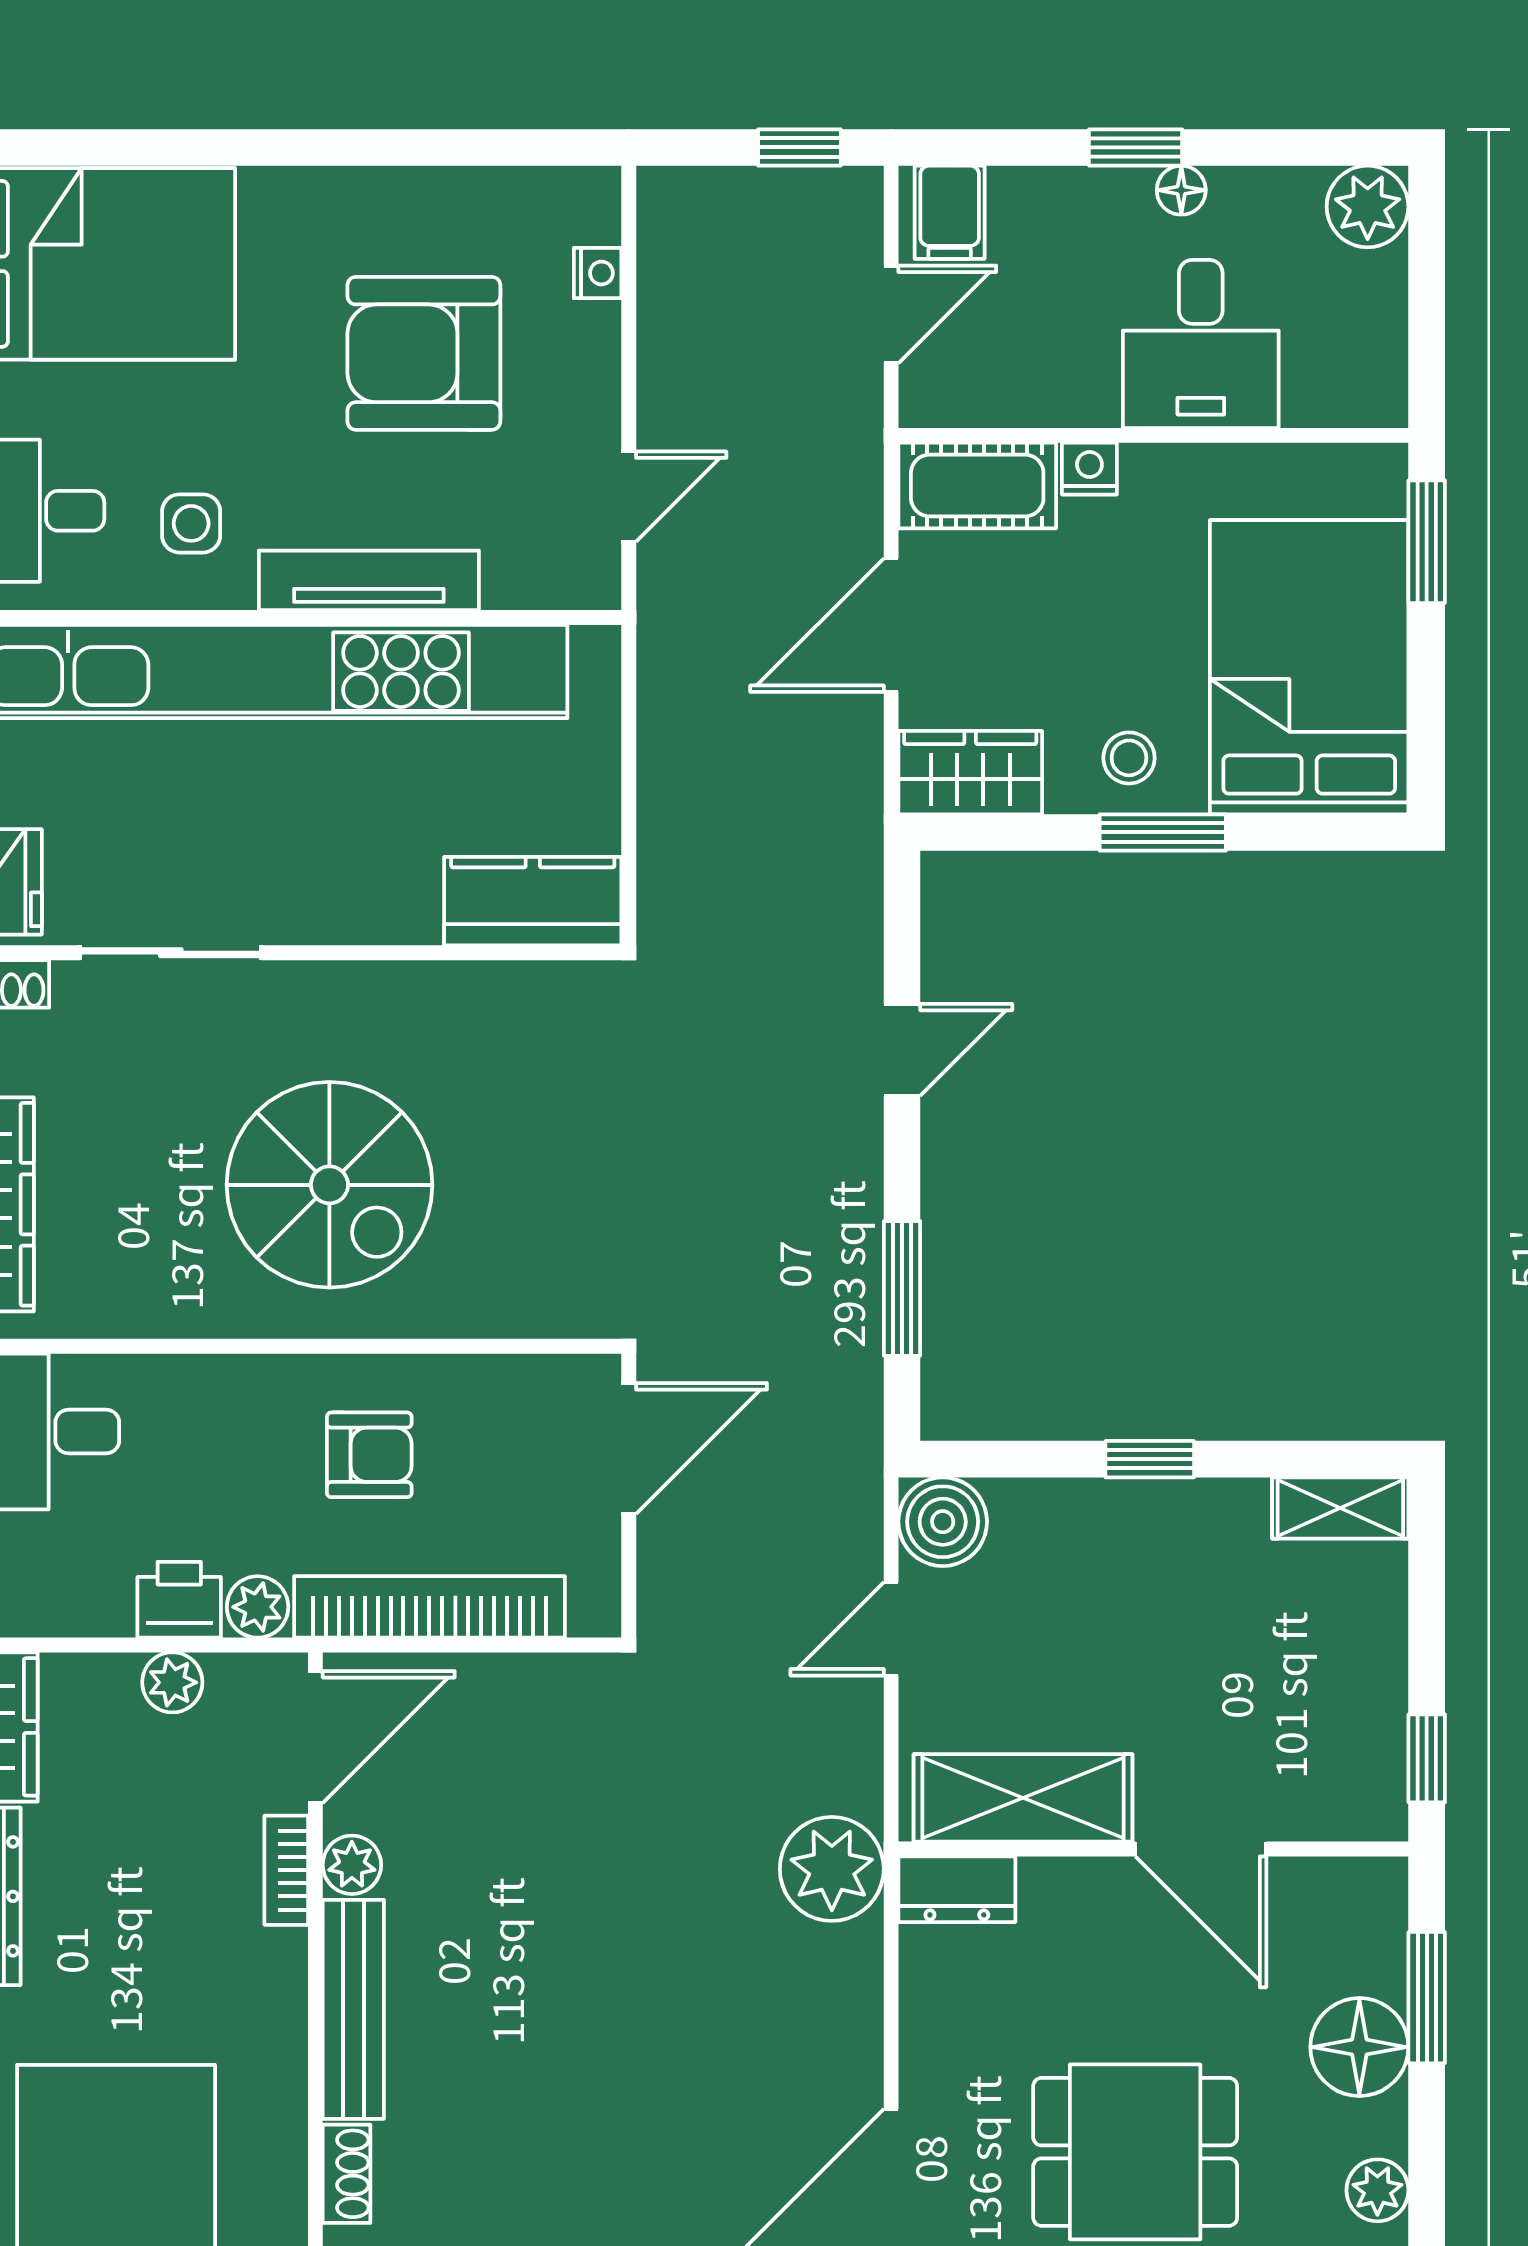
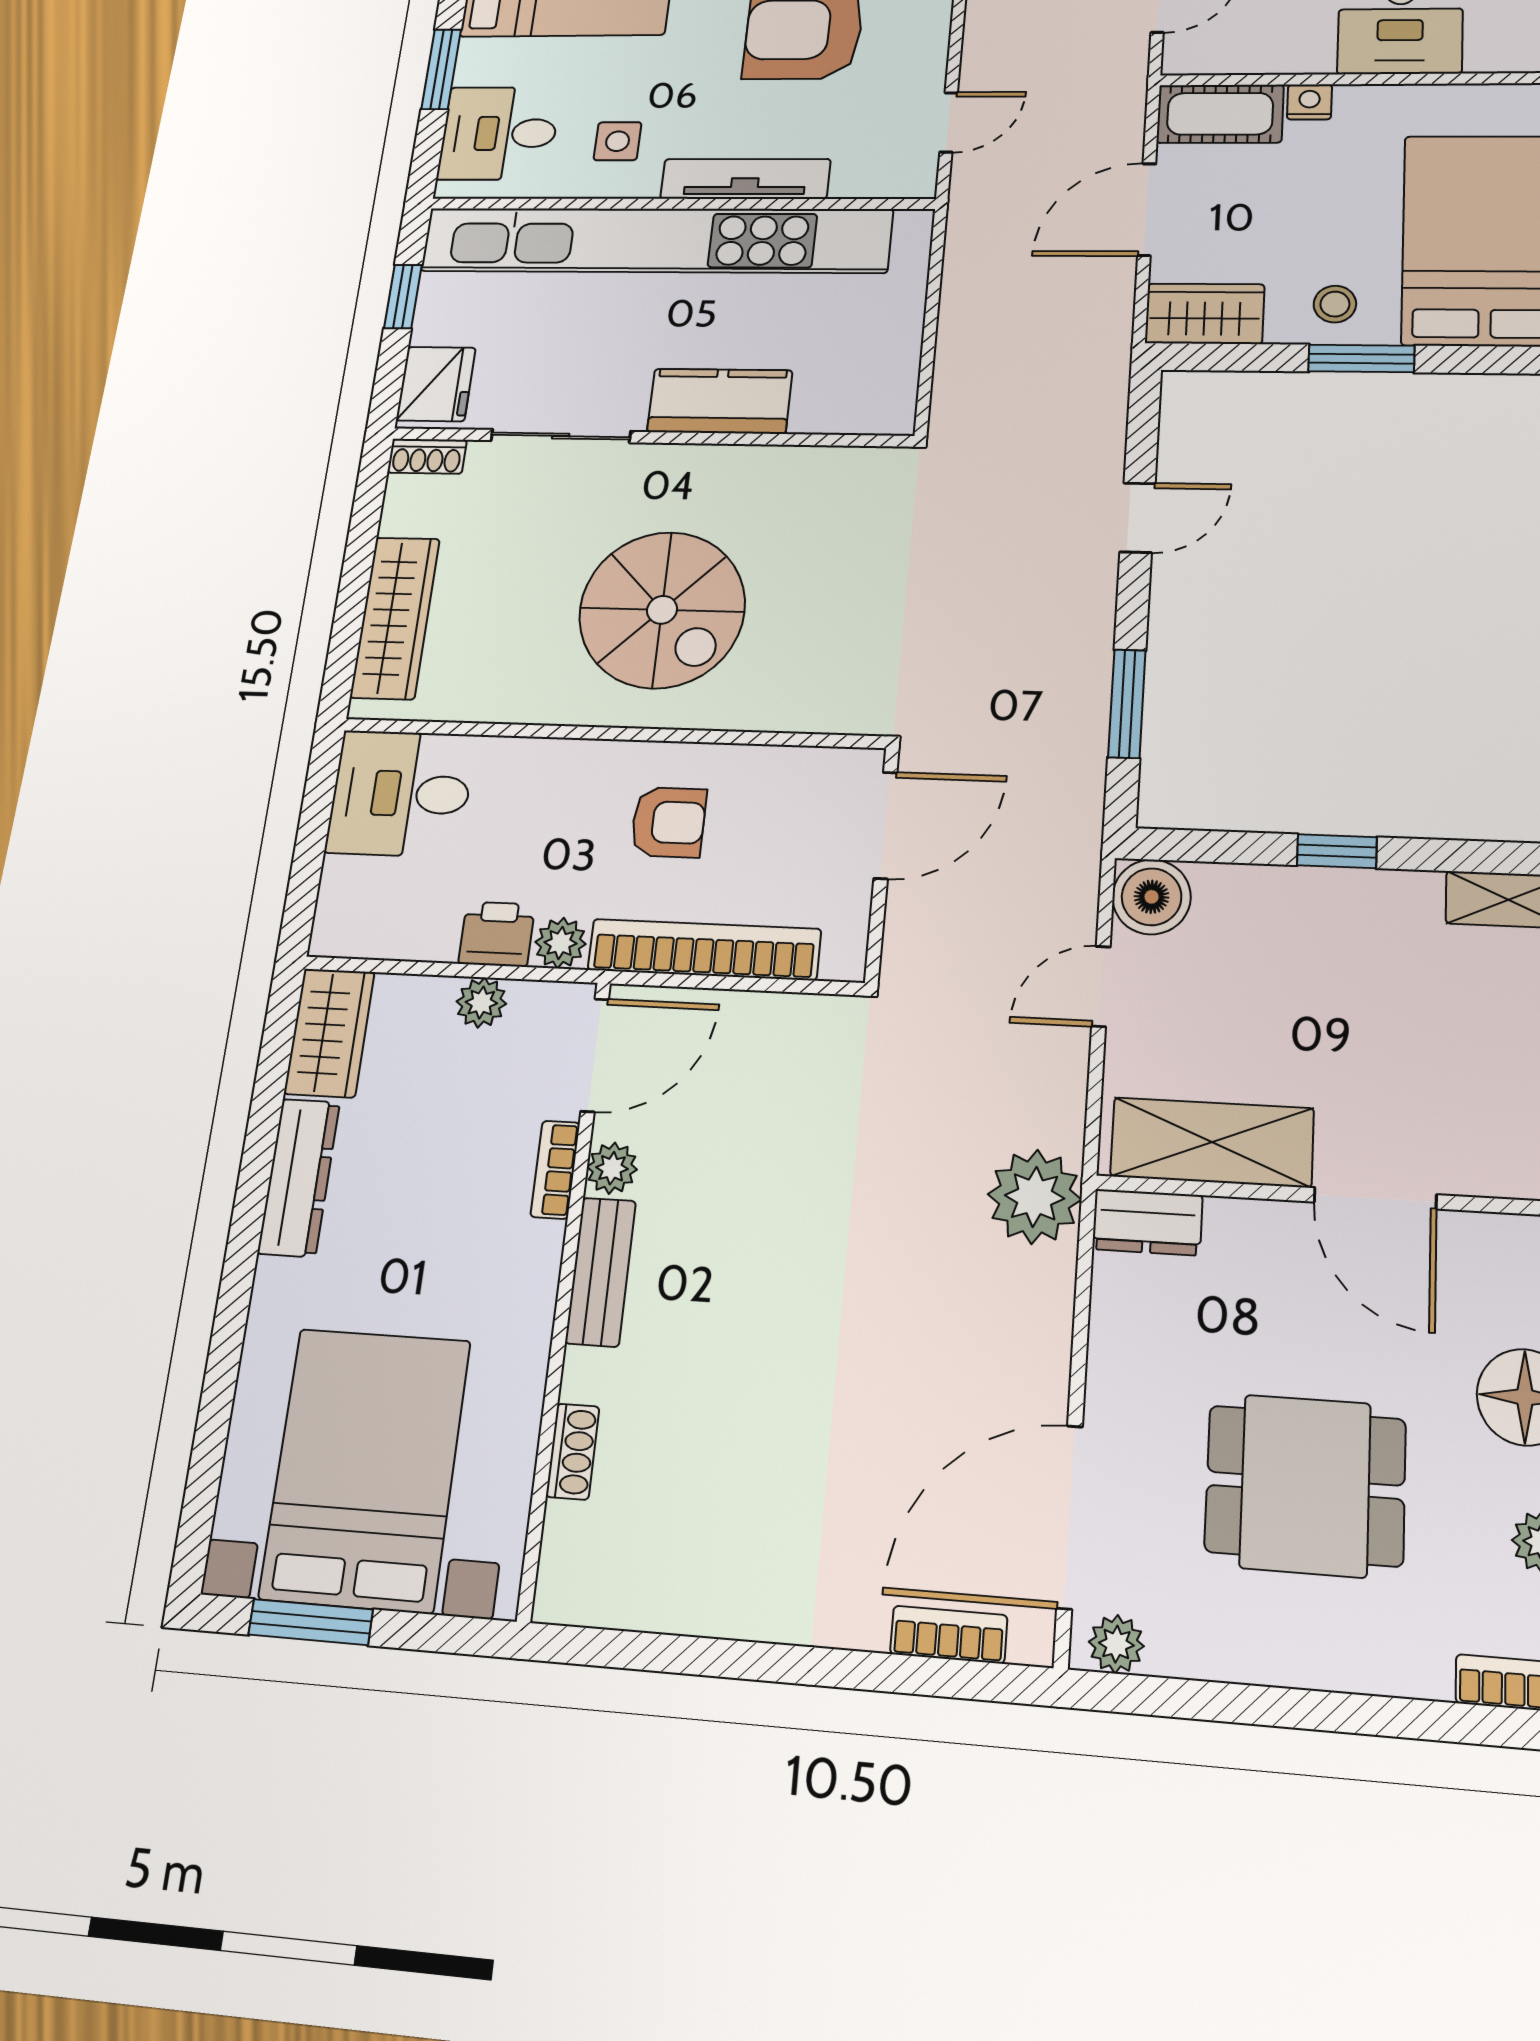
kitchen counter: (533, 901) -> (720, 401), moved
bench: (353, 2009) -> (601, 1272), width x0.73

